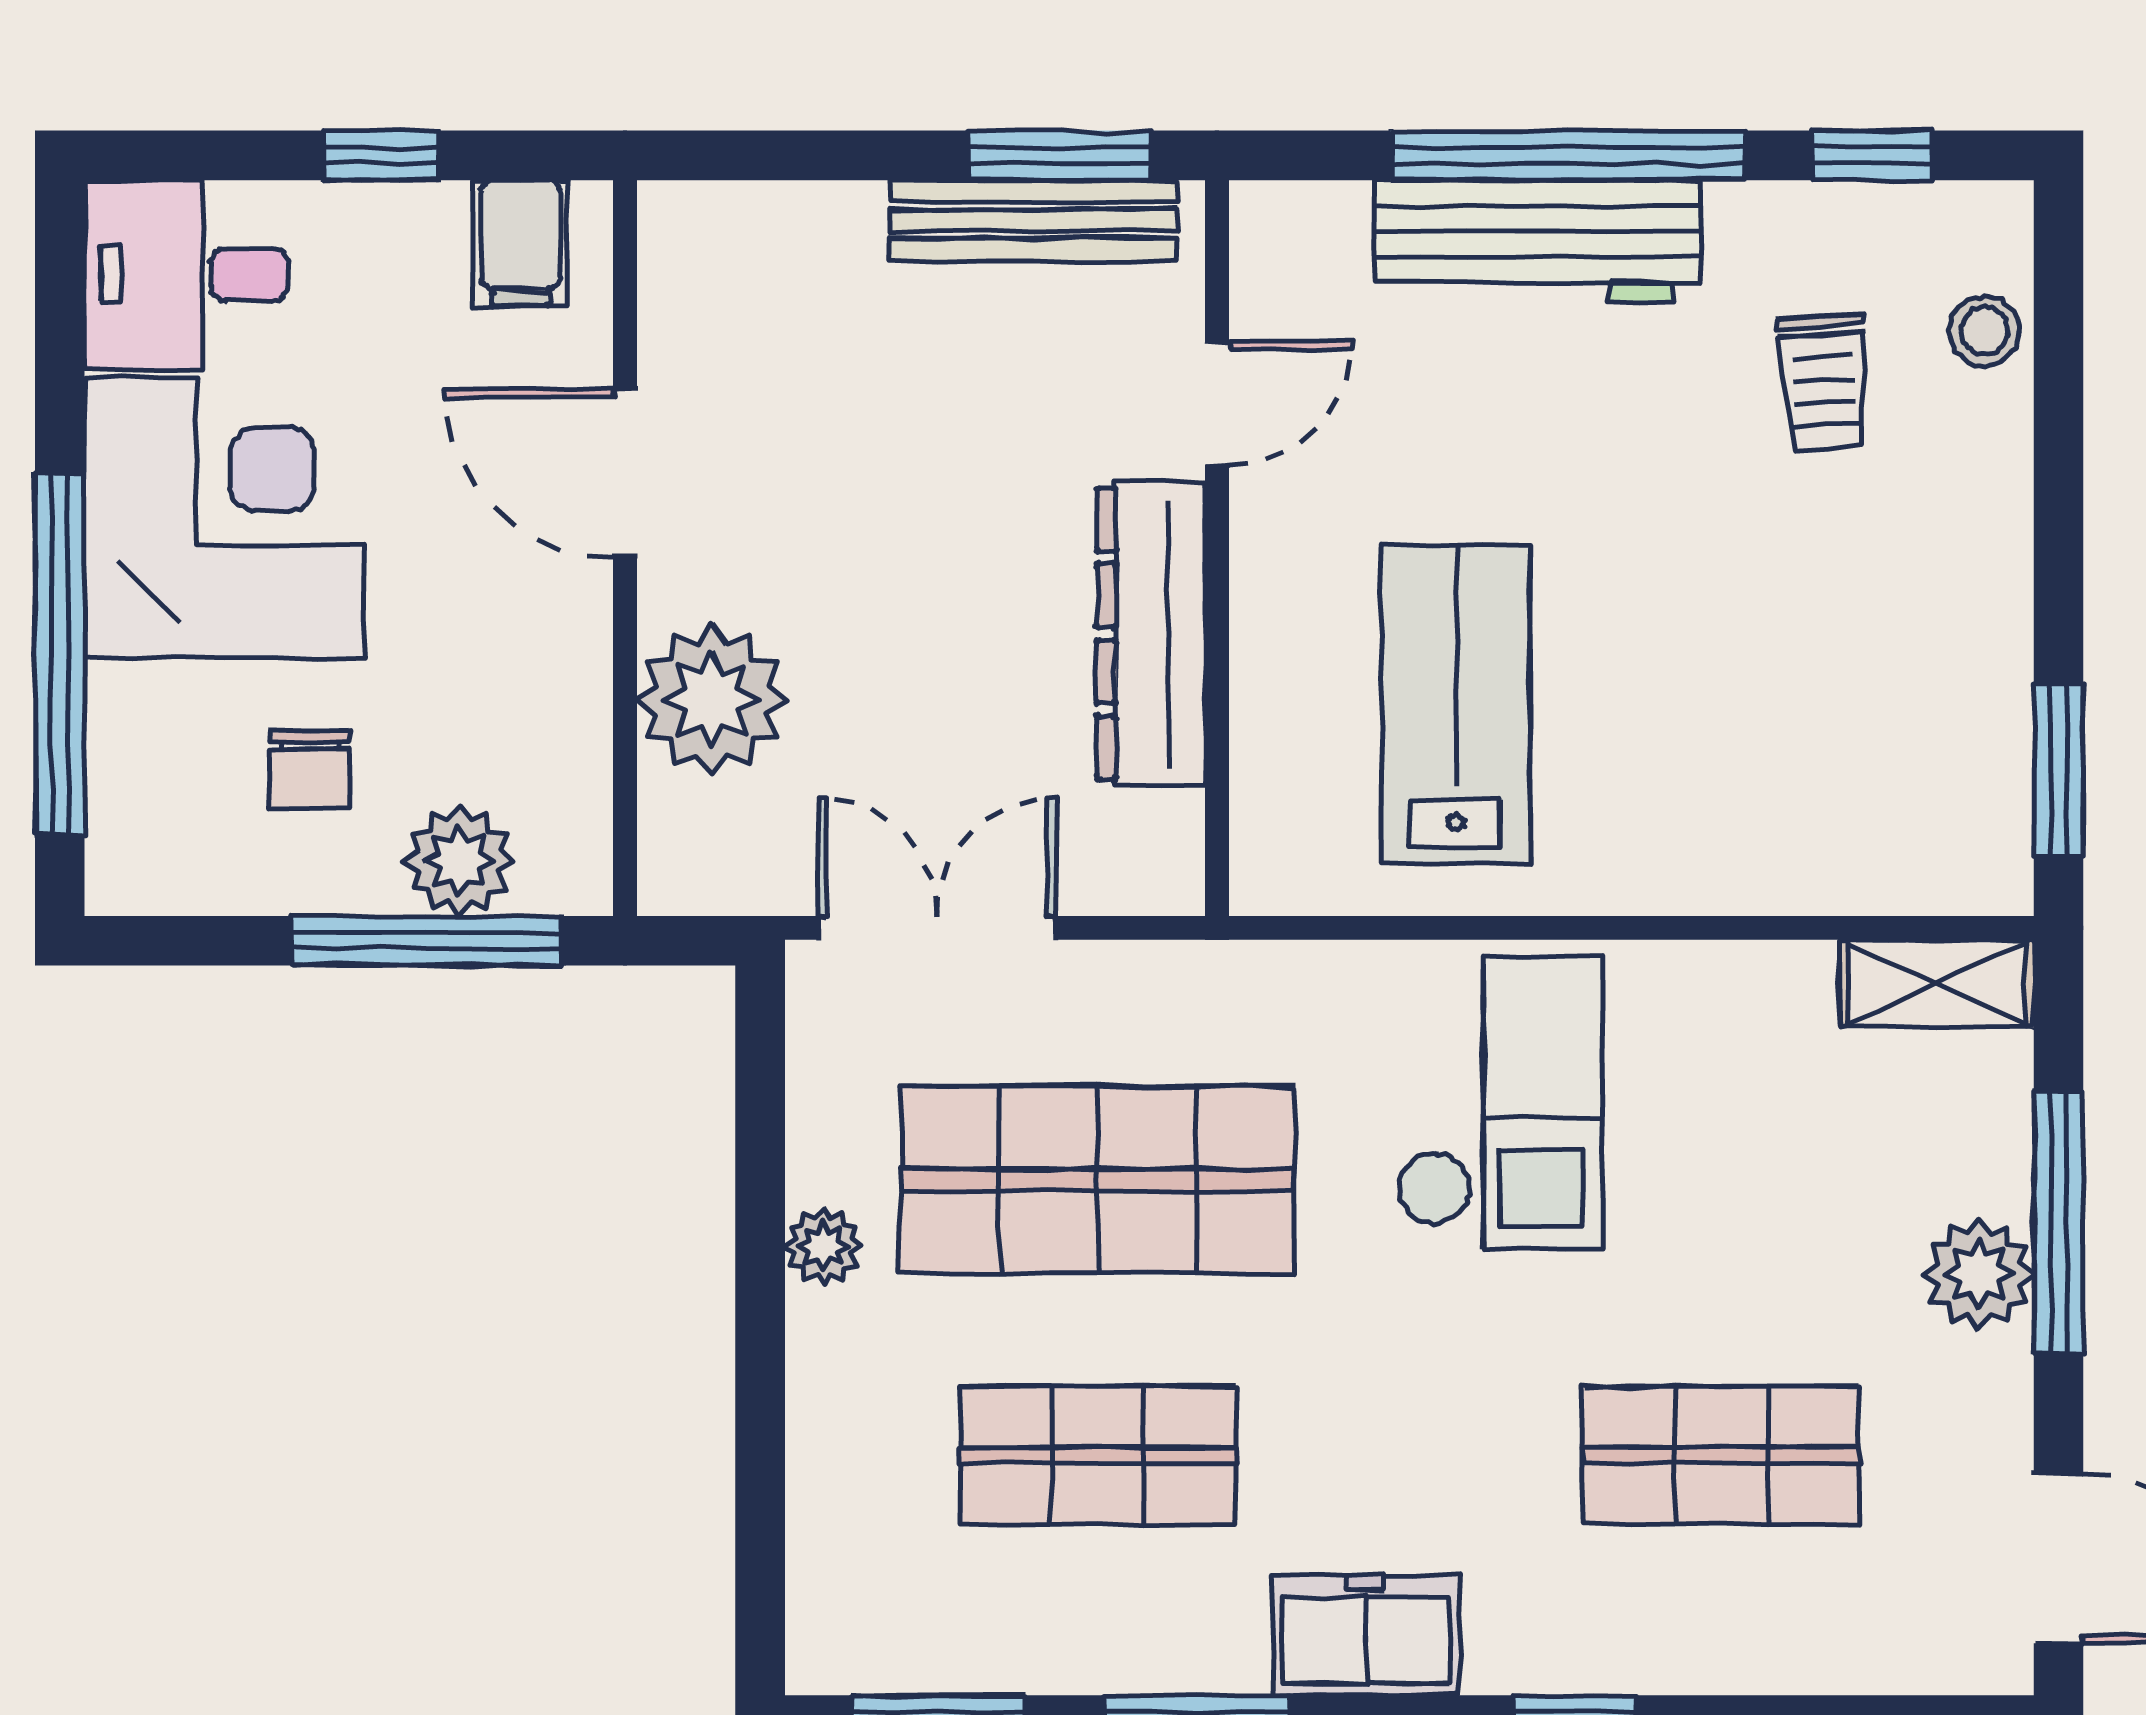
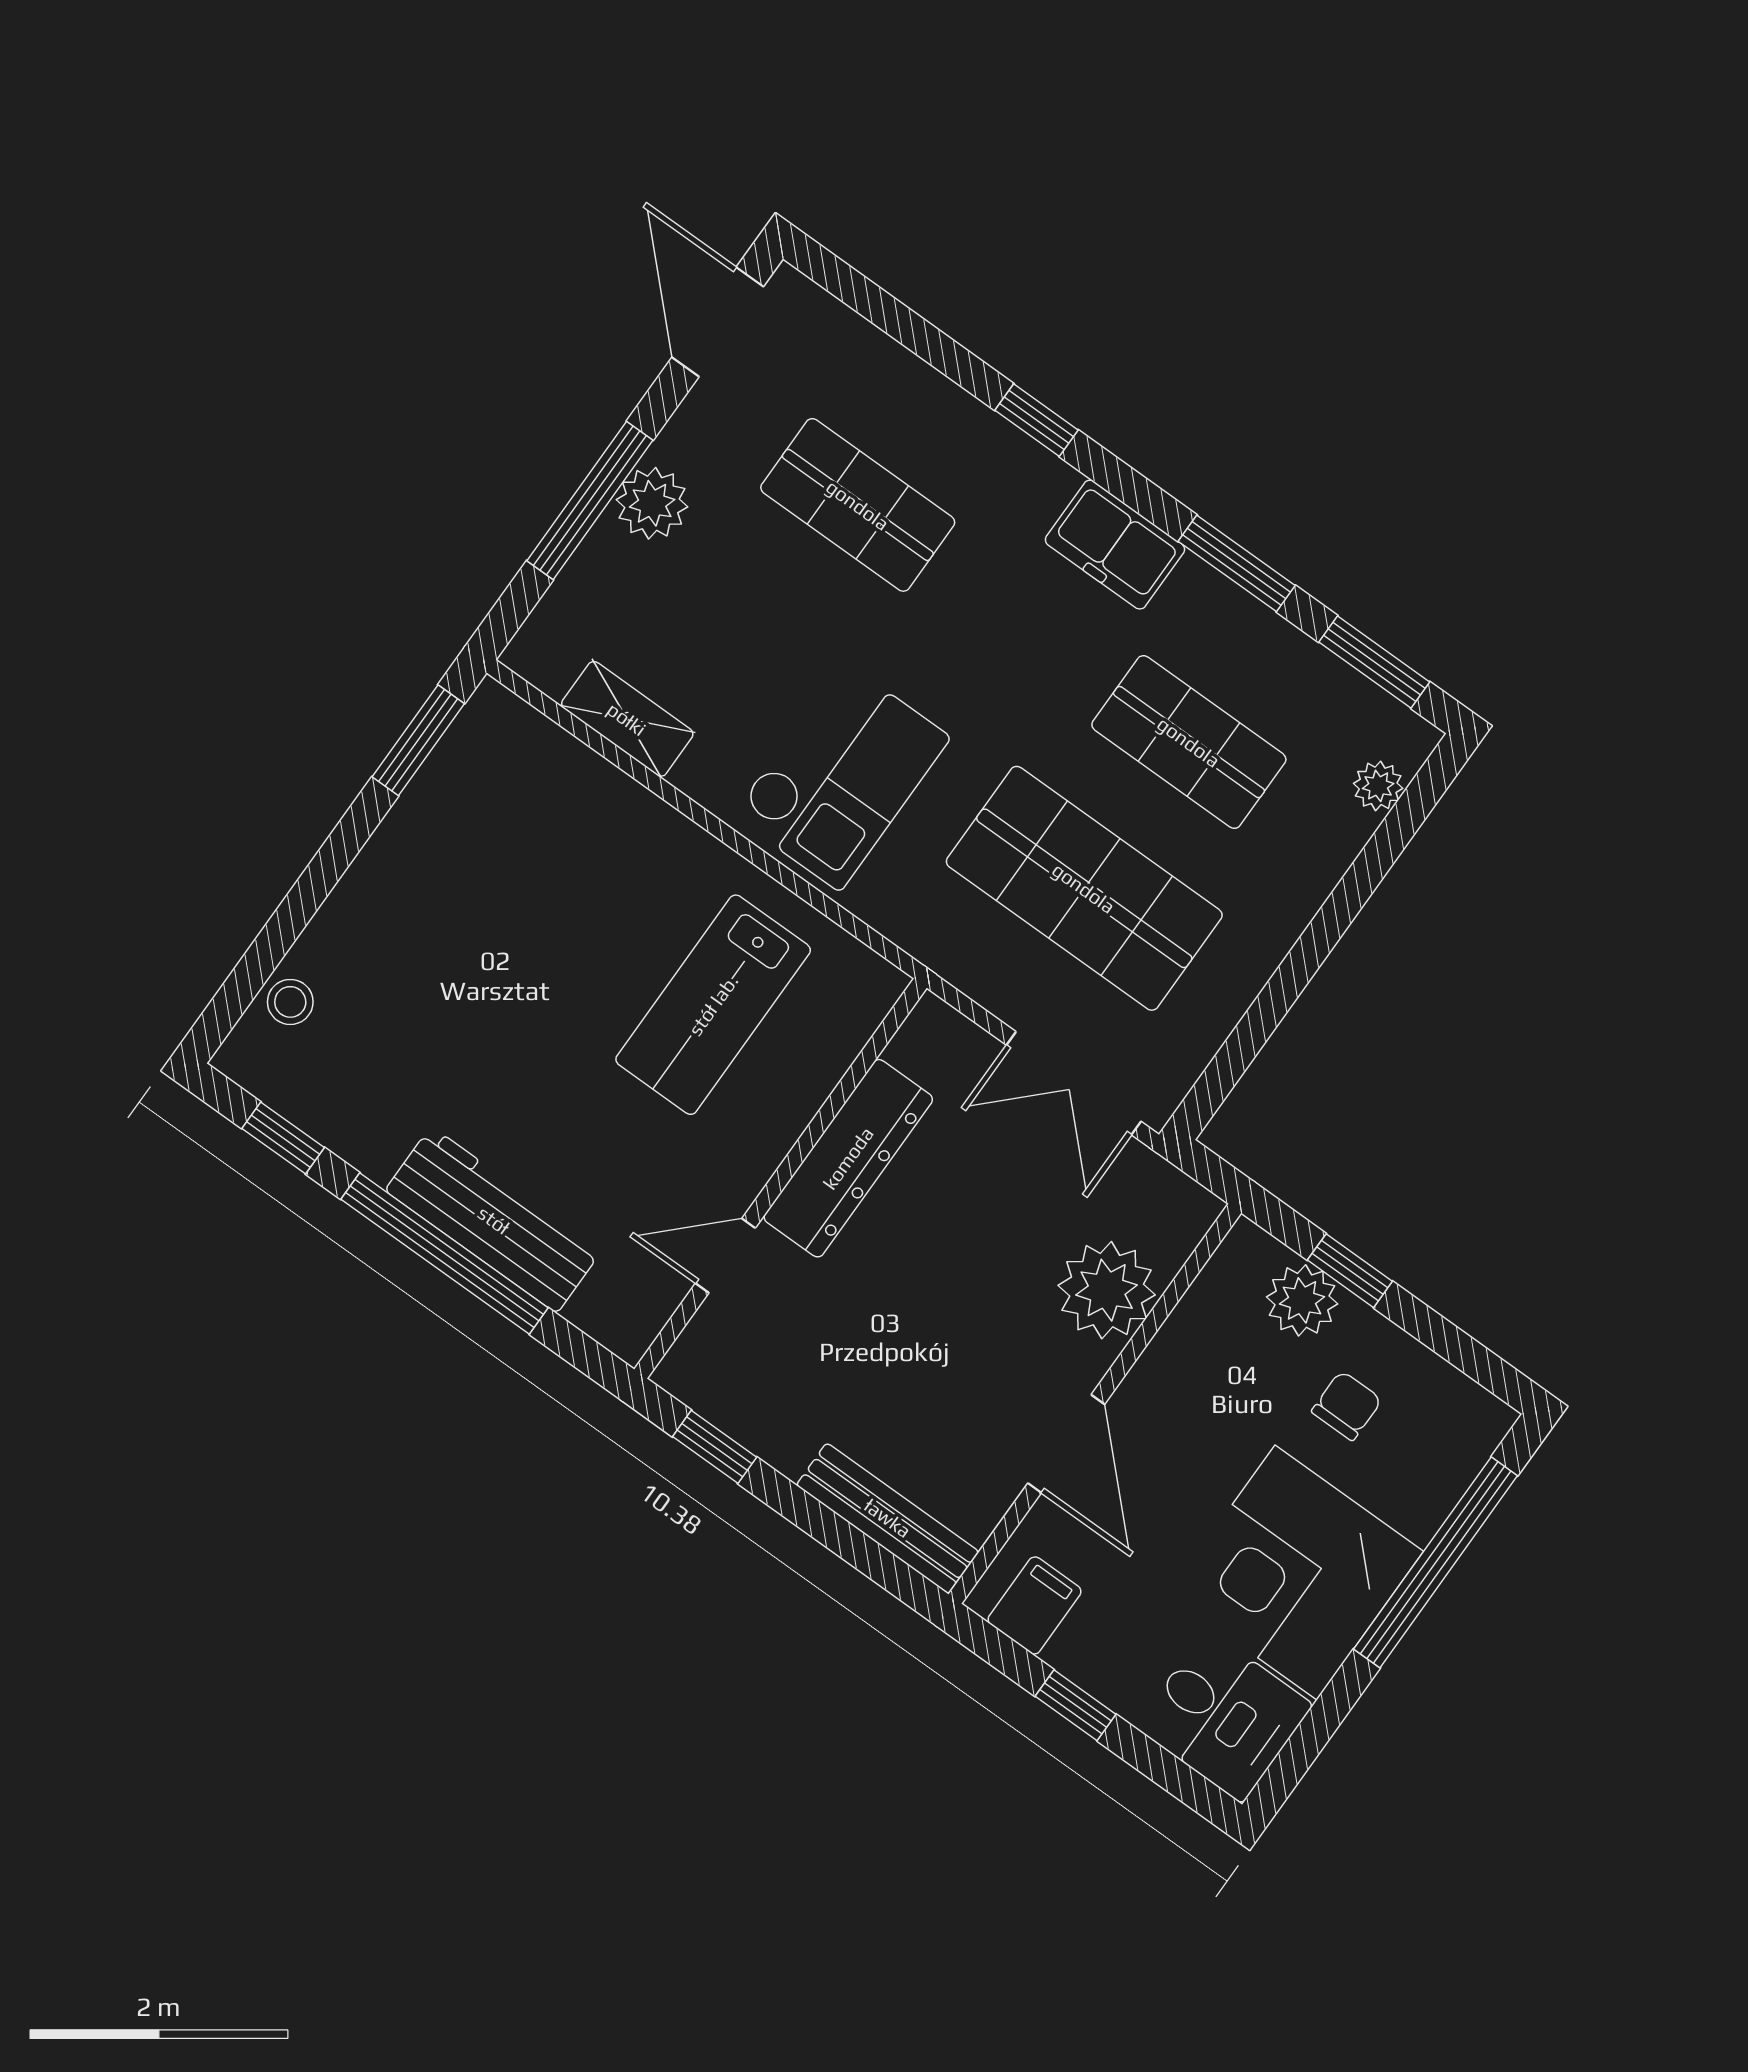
window: (1060, 155) -> (715, 1447), width x0.67
bench: (1034, 220) -> (888, 1518), moved
trolley: (1824, 382) -> (395, 1036), removed
window: (426, 941) -> (1350, 1271), width x0.46
shelving: (1937, 983) -> (627, 719), moved
checkout: (1500, 1103) -> (841, 776), turned 180
plant: (823, 1247) -> (1378, 786), moved

